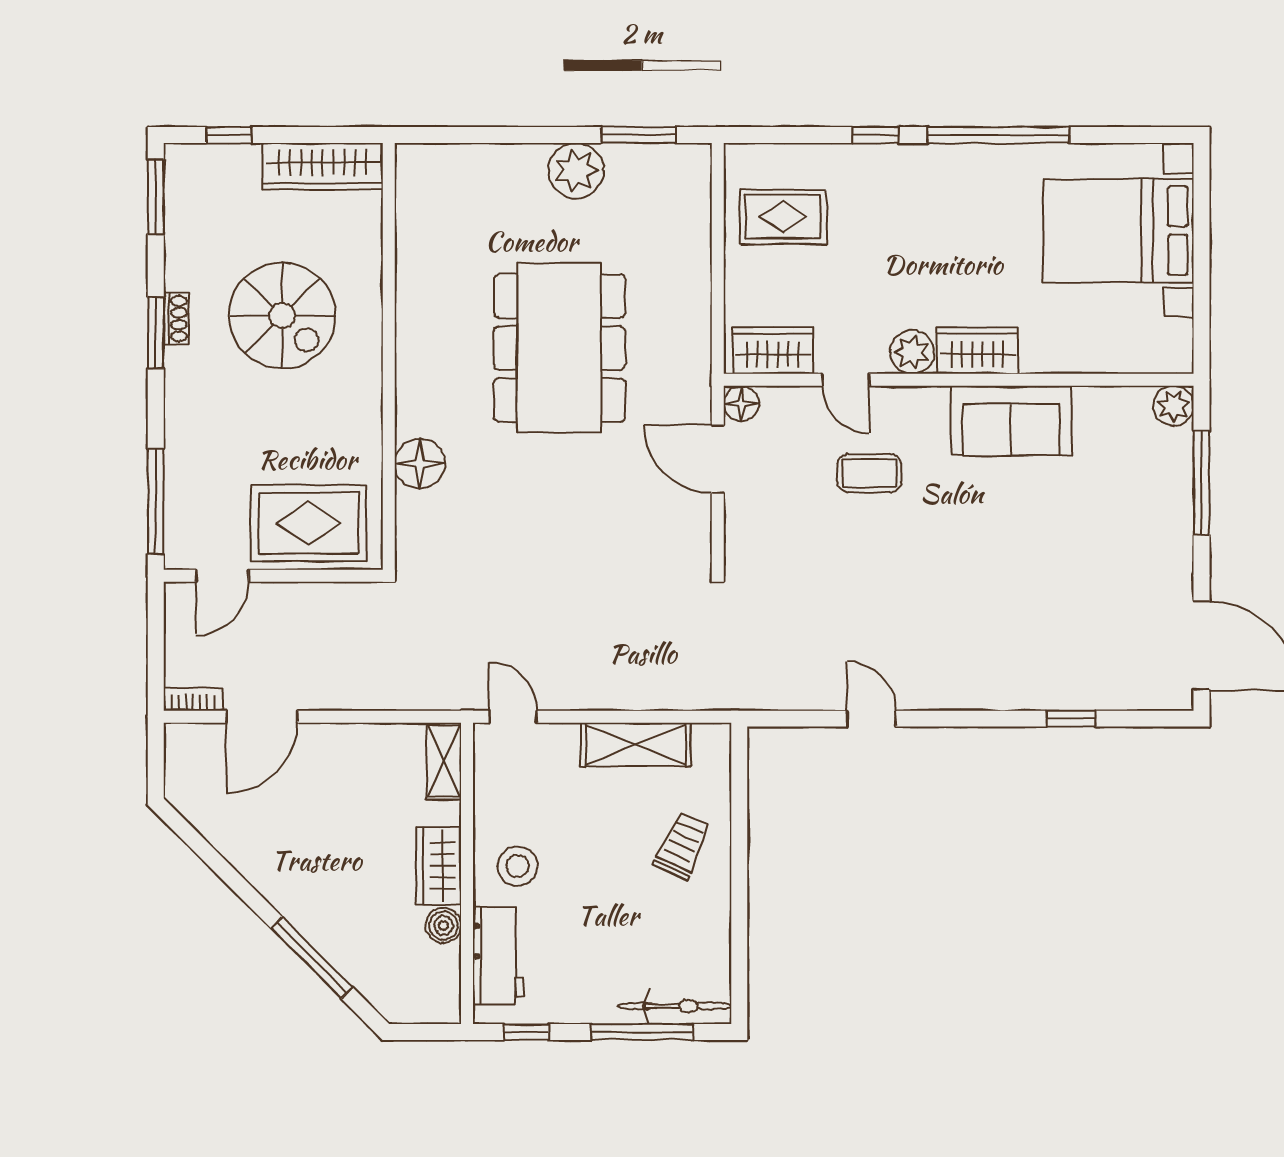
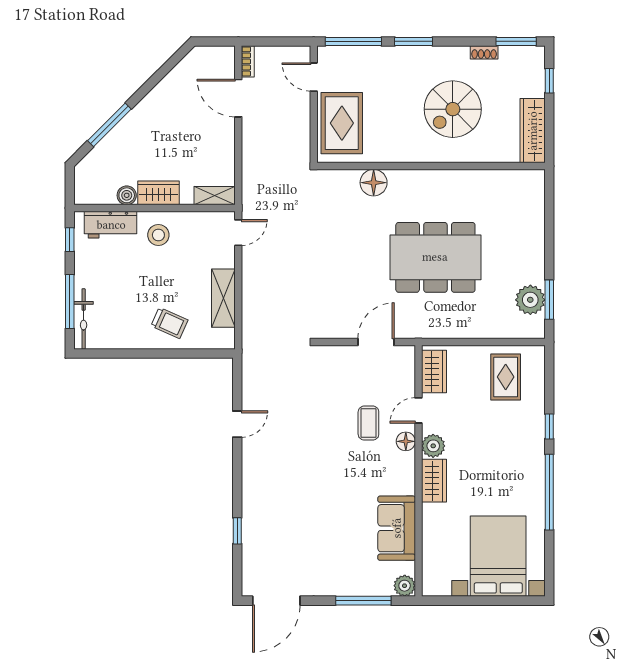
plant: (576, 171) -> (530, 300), moved
shoe rack: (176, 319) -> (484, 52), moved
window: (156, 333) -> (414, 41), moved
floor lamp: (741, 403) -> (406, 441), moved
sofa: (1011, 421) -> (397, 528), moved

